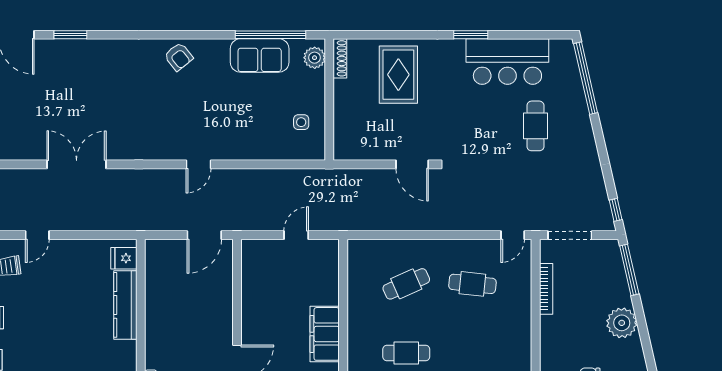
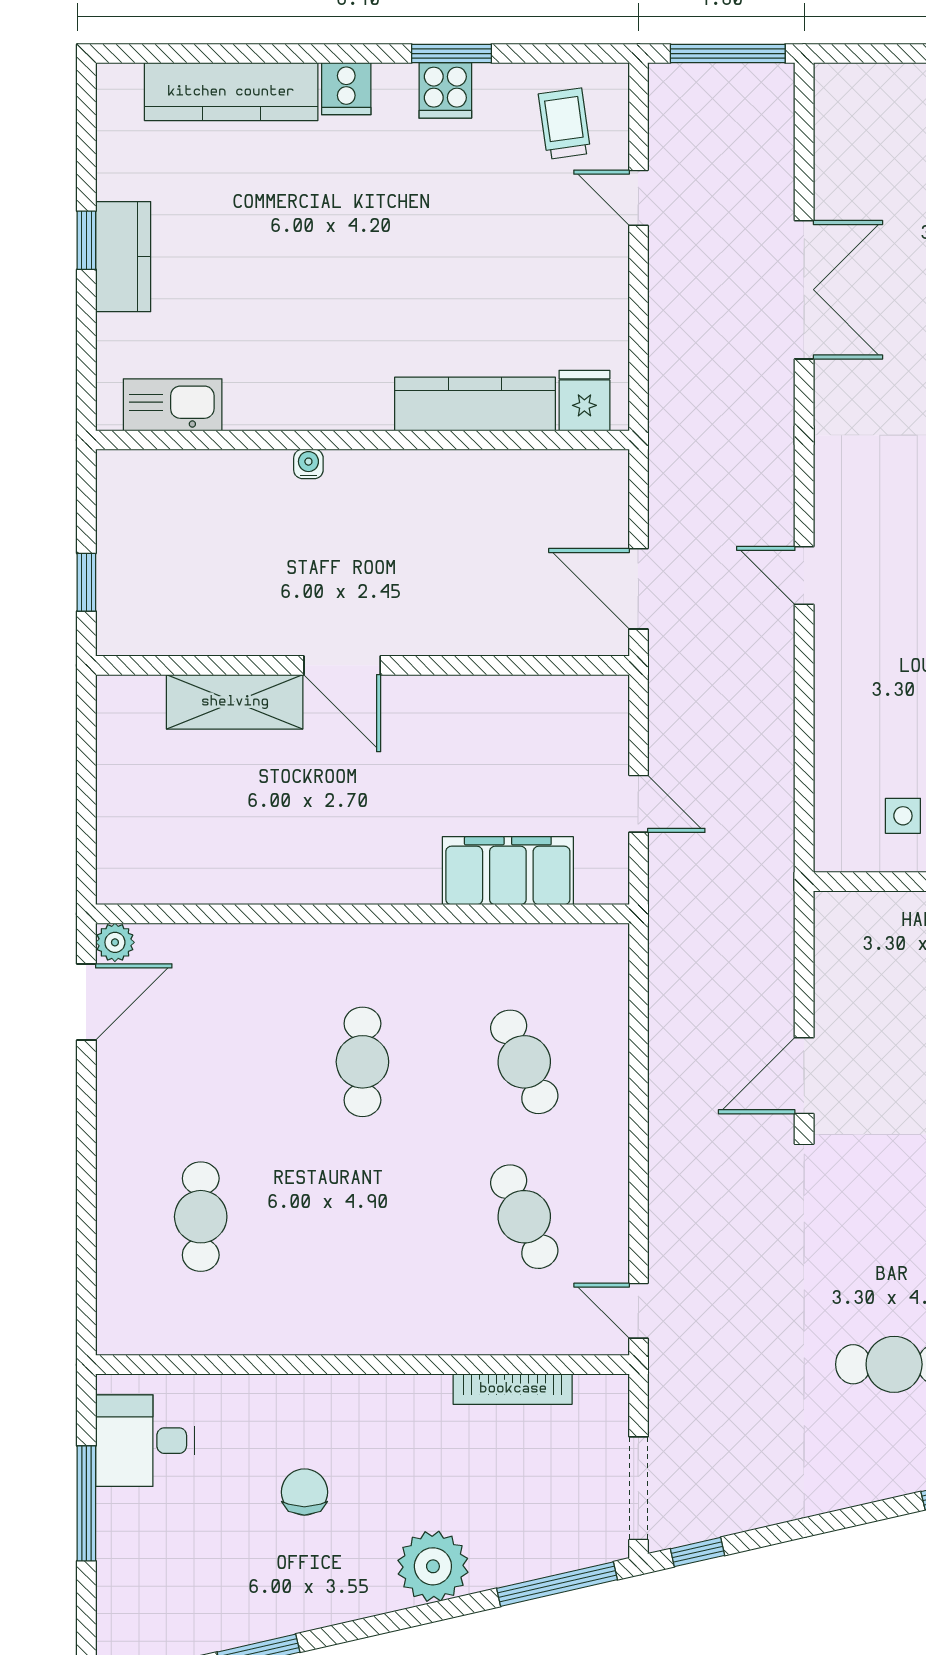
doorway: (570, 235) -> (638, 1488), moved
cafe table: (472, 284) -> (524, 1217), turned -30
filing cabinet: (325, 334) -> (508, 871), moved

